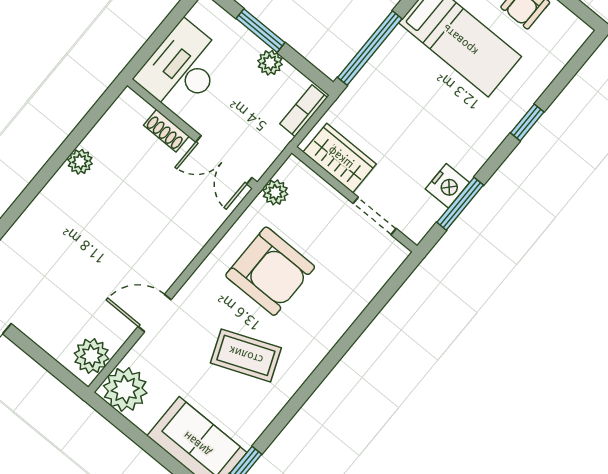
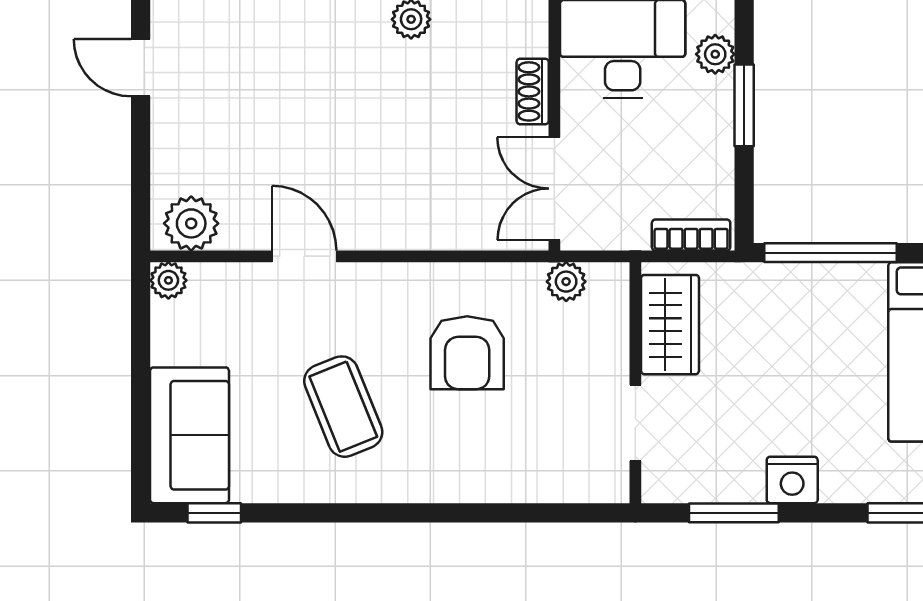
plant: (270, 63) -> (715, 54), moved
nightstand: (447, 186) -> (792, 480), moved
armchair: (270, 271) -> (467, 353), width x0.73, depth x0.73
plant: (125, 389) -> (168, 280), width x0.53, depth x0.53

